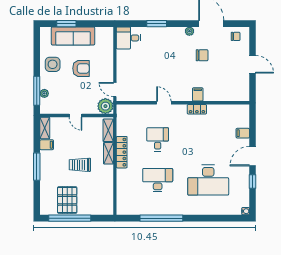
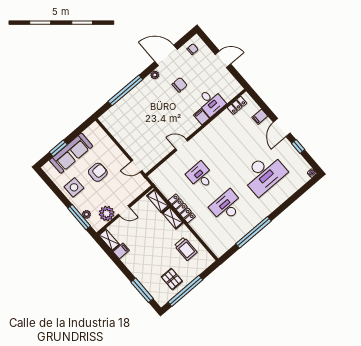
window: (157, 24) -> (125, 90), width x2.11
desk: (128, 38) -> (211, 102), moved, turned -90
plant: (105, 106) -> (107, 213), moved
locker: (197, 109) -> (237, 105), moved
trolley: (80, 165) -> (186, 249), moved, turned -90
window: (37, 167) -> (142, 290), moved
pallet: (67, 200) -> (172, 279), width x0.67, depth x0.71

